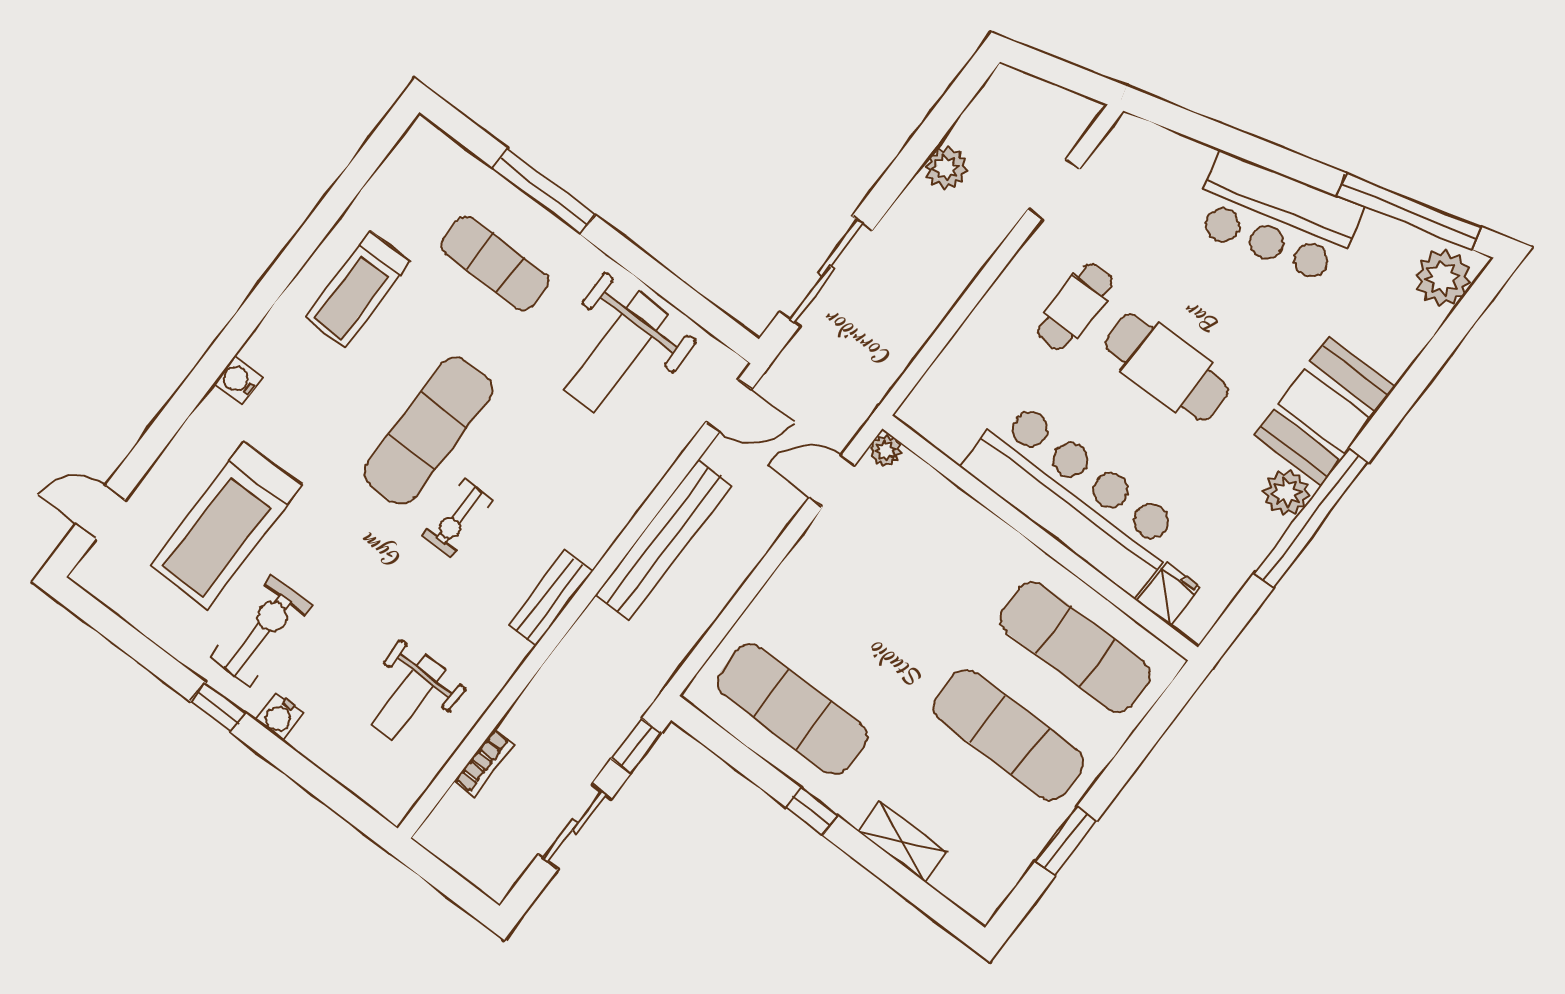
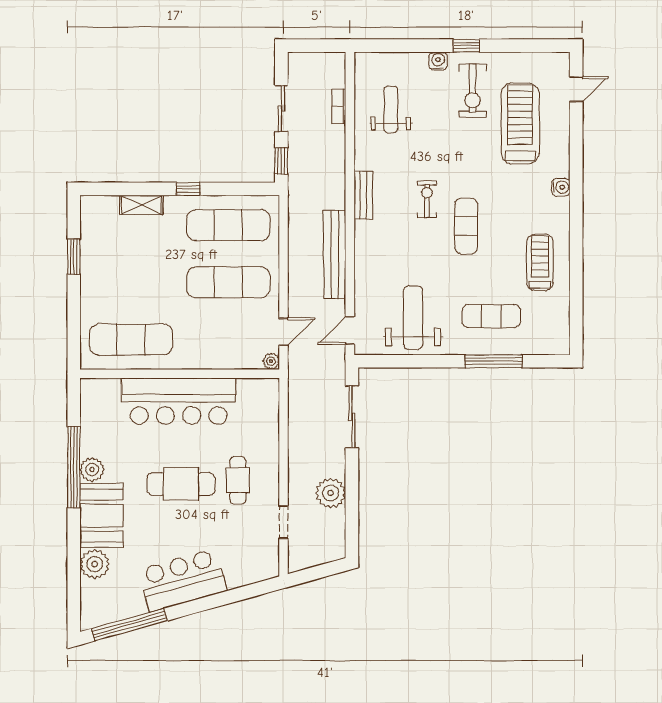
plant: (946, 168) -> (331, 493), width x1.36, depth x1.36
plant: (1443, 278) -> (95, 564), moved
exercise mat: (428, 431) -> (466, 226), width x0.73, depth x0.69
fridge: (1168, 594) -> (109, 391), removed
exercise mat: (1008, 735) -> (228, 282), moved

